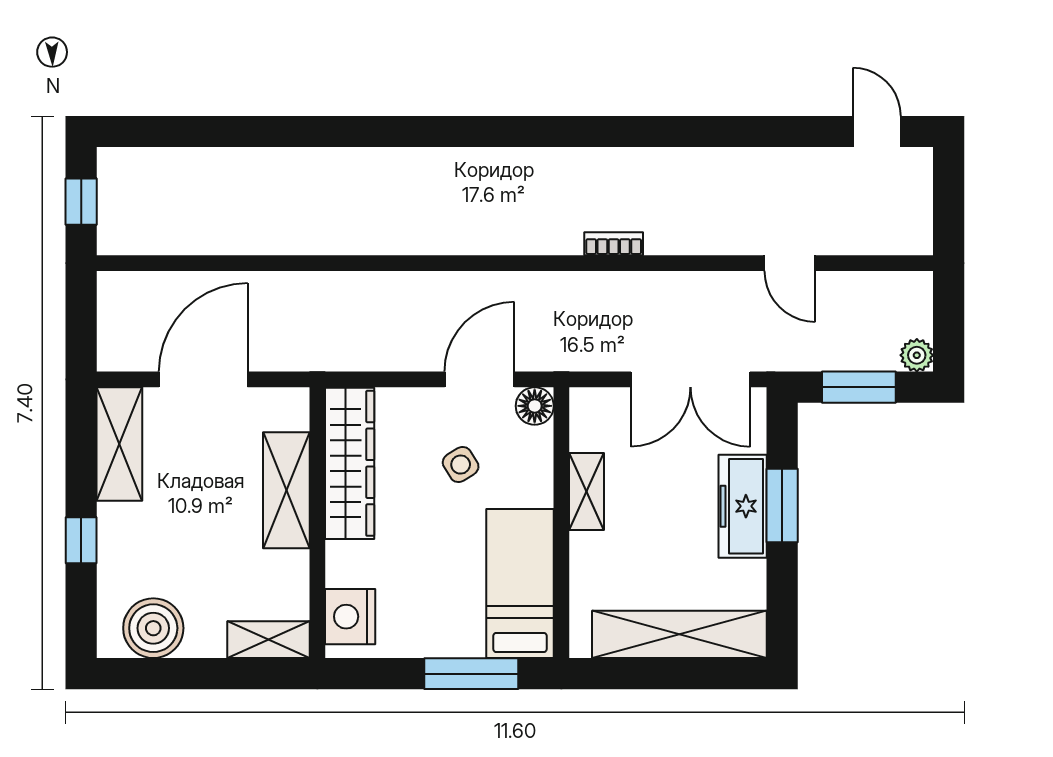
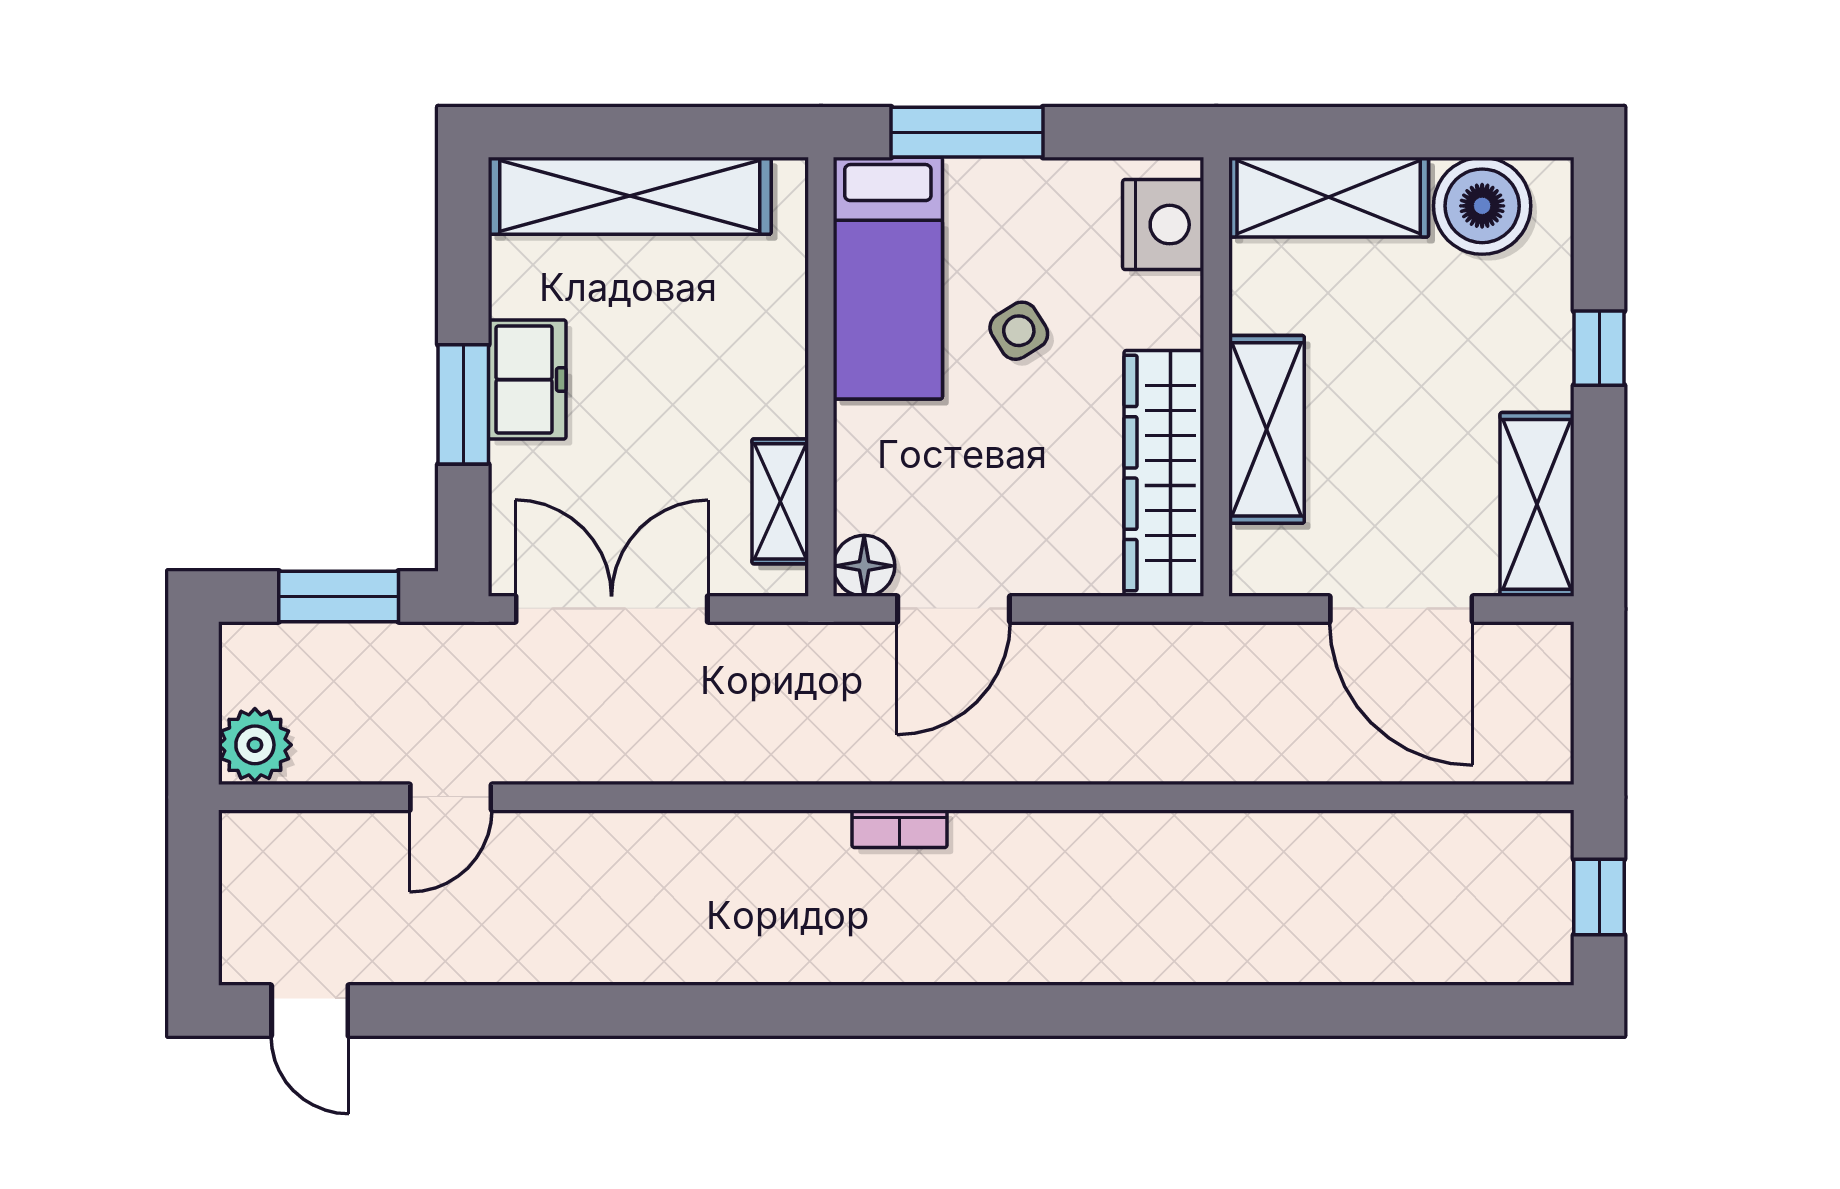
bookcase: (614, 244) -> (900, 829), moved
door: (790, 263) -> (451, 797), swing flipped
plant: (917, 355) -> (255, 745), moved, width x1.38, depth x1.38
door: (203, 379) -> (1401, 609), hinge flipped
side table: (461, 465) -> (1019, 331), moved
shelving: (586, 492) -> (780, 501), moved
freezer: (743, 506) -> (527, 380), width x0.71
shelving: (269, 640) -> (1329, 197), width x1.50, depth x1.33

